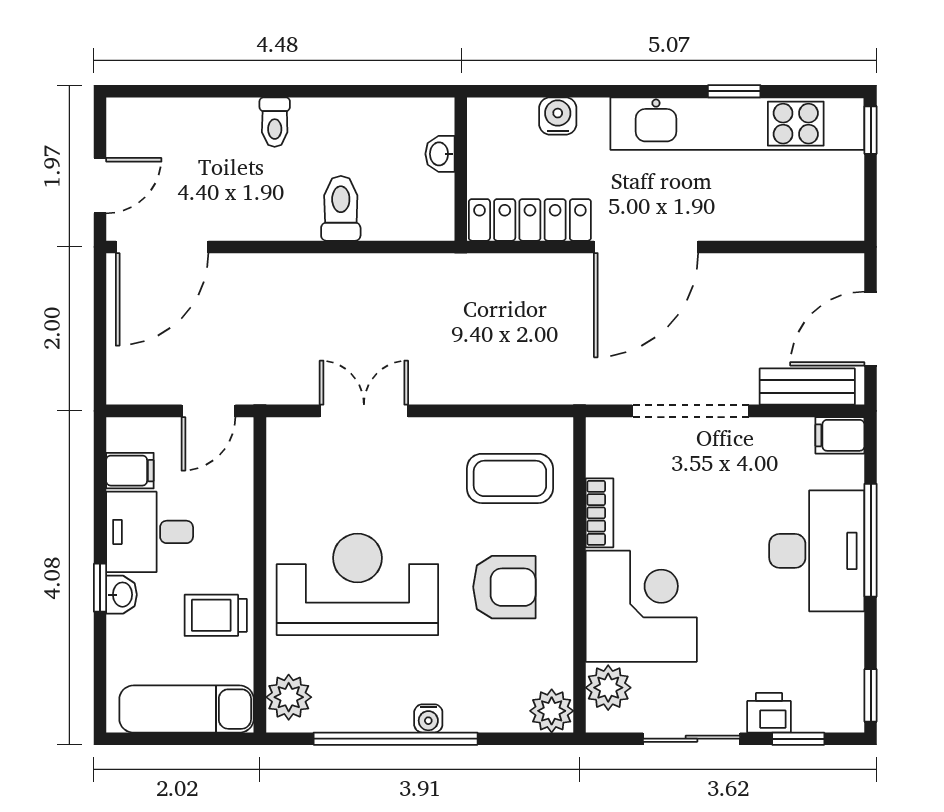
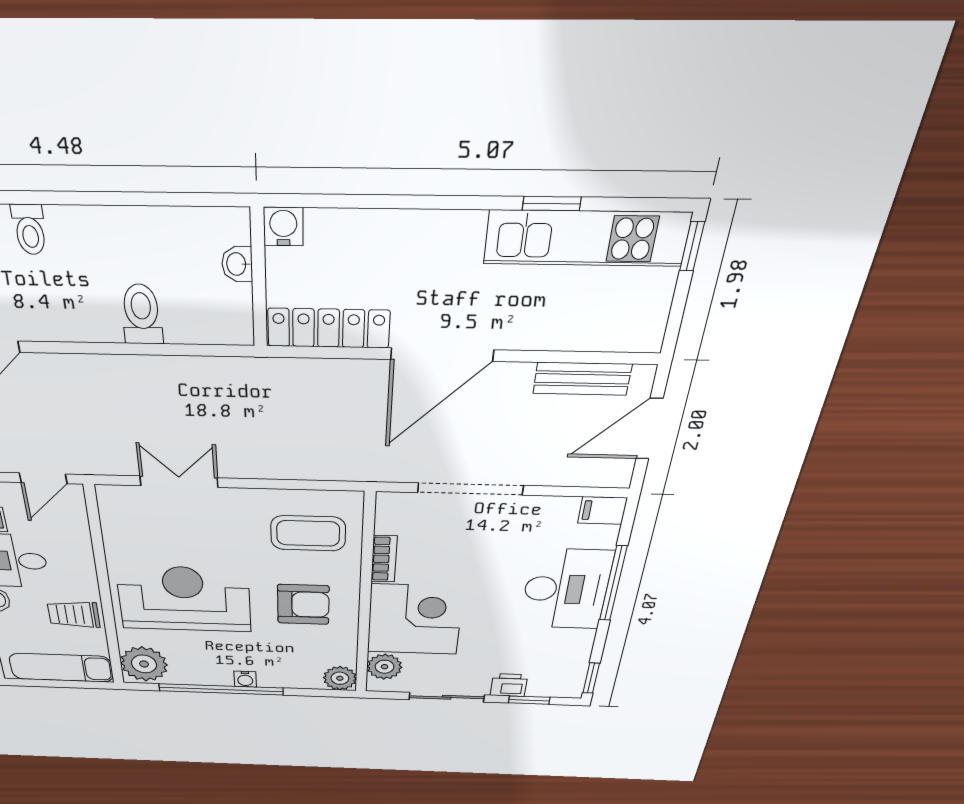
water cooler: (558, 116) -> (283, 227), moved
toilet: (275, 122) -> (30, 229), moved
kitchen unit: (737, 124) -> (586, 238), width x0.73
bench: (807, 387) -> (582, 379), moved
plant: (289, 697) -> (144, 664), width x1.36, depth x1.36

